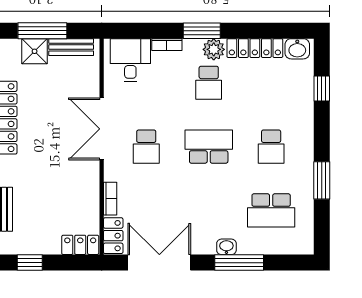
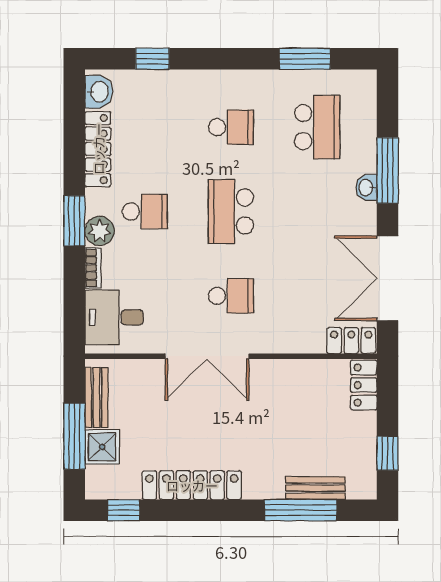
plant: (214, 49) -> (100, 231), moved
window: (322, 180) -> (305, 59), moved
bookcase: (110, 199) -> (301, 345), removed

